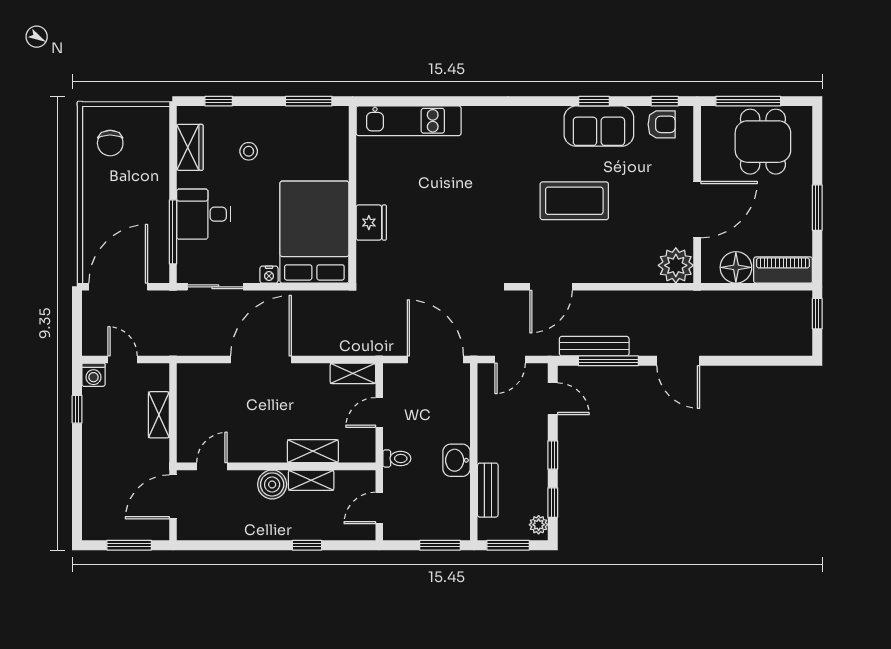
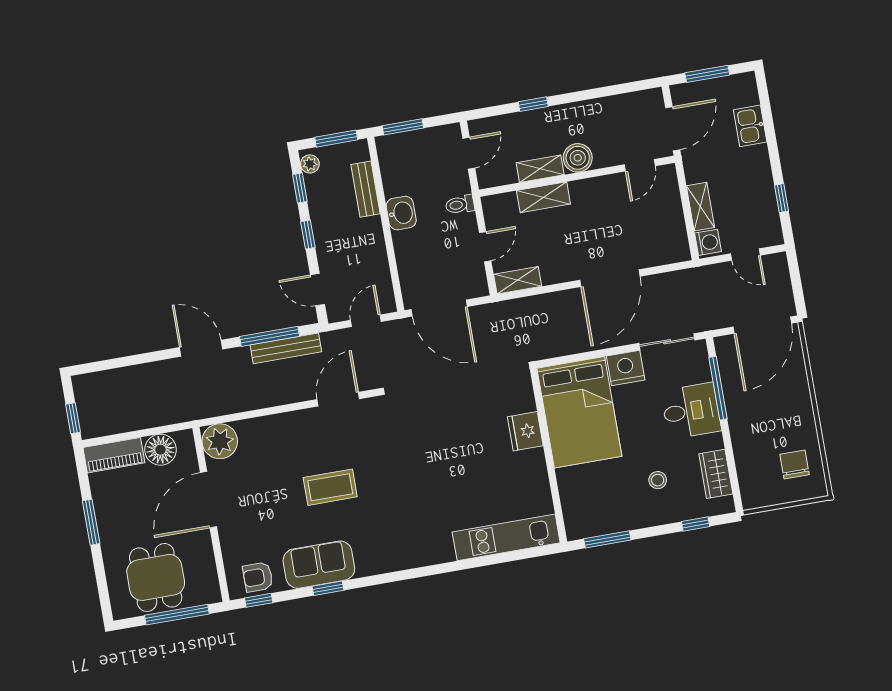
coffee table: (574, 201) -> (330, 487), width x0.73, depth x0.76
nightstand: (269, 275) -> (626, 368), width x1.89, depth x1.79
washing machine: (93, 375) -> (708, 242), moved, turned 90
kitchen sink: (96, 486) -> (750, 126), added

